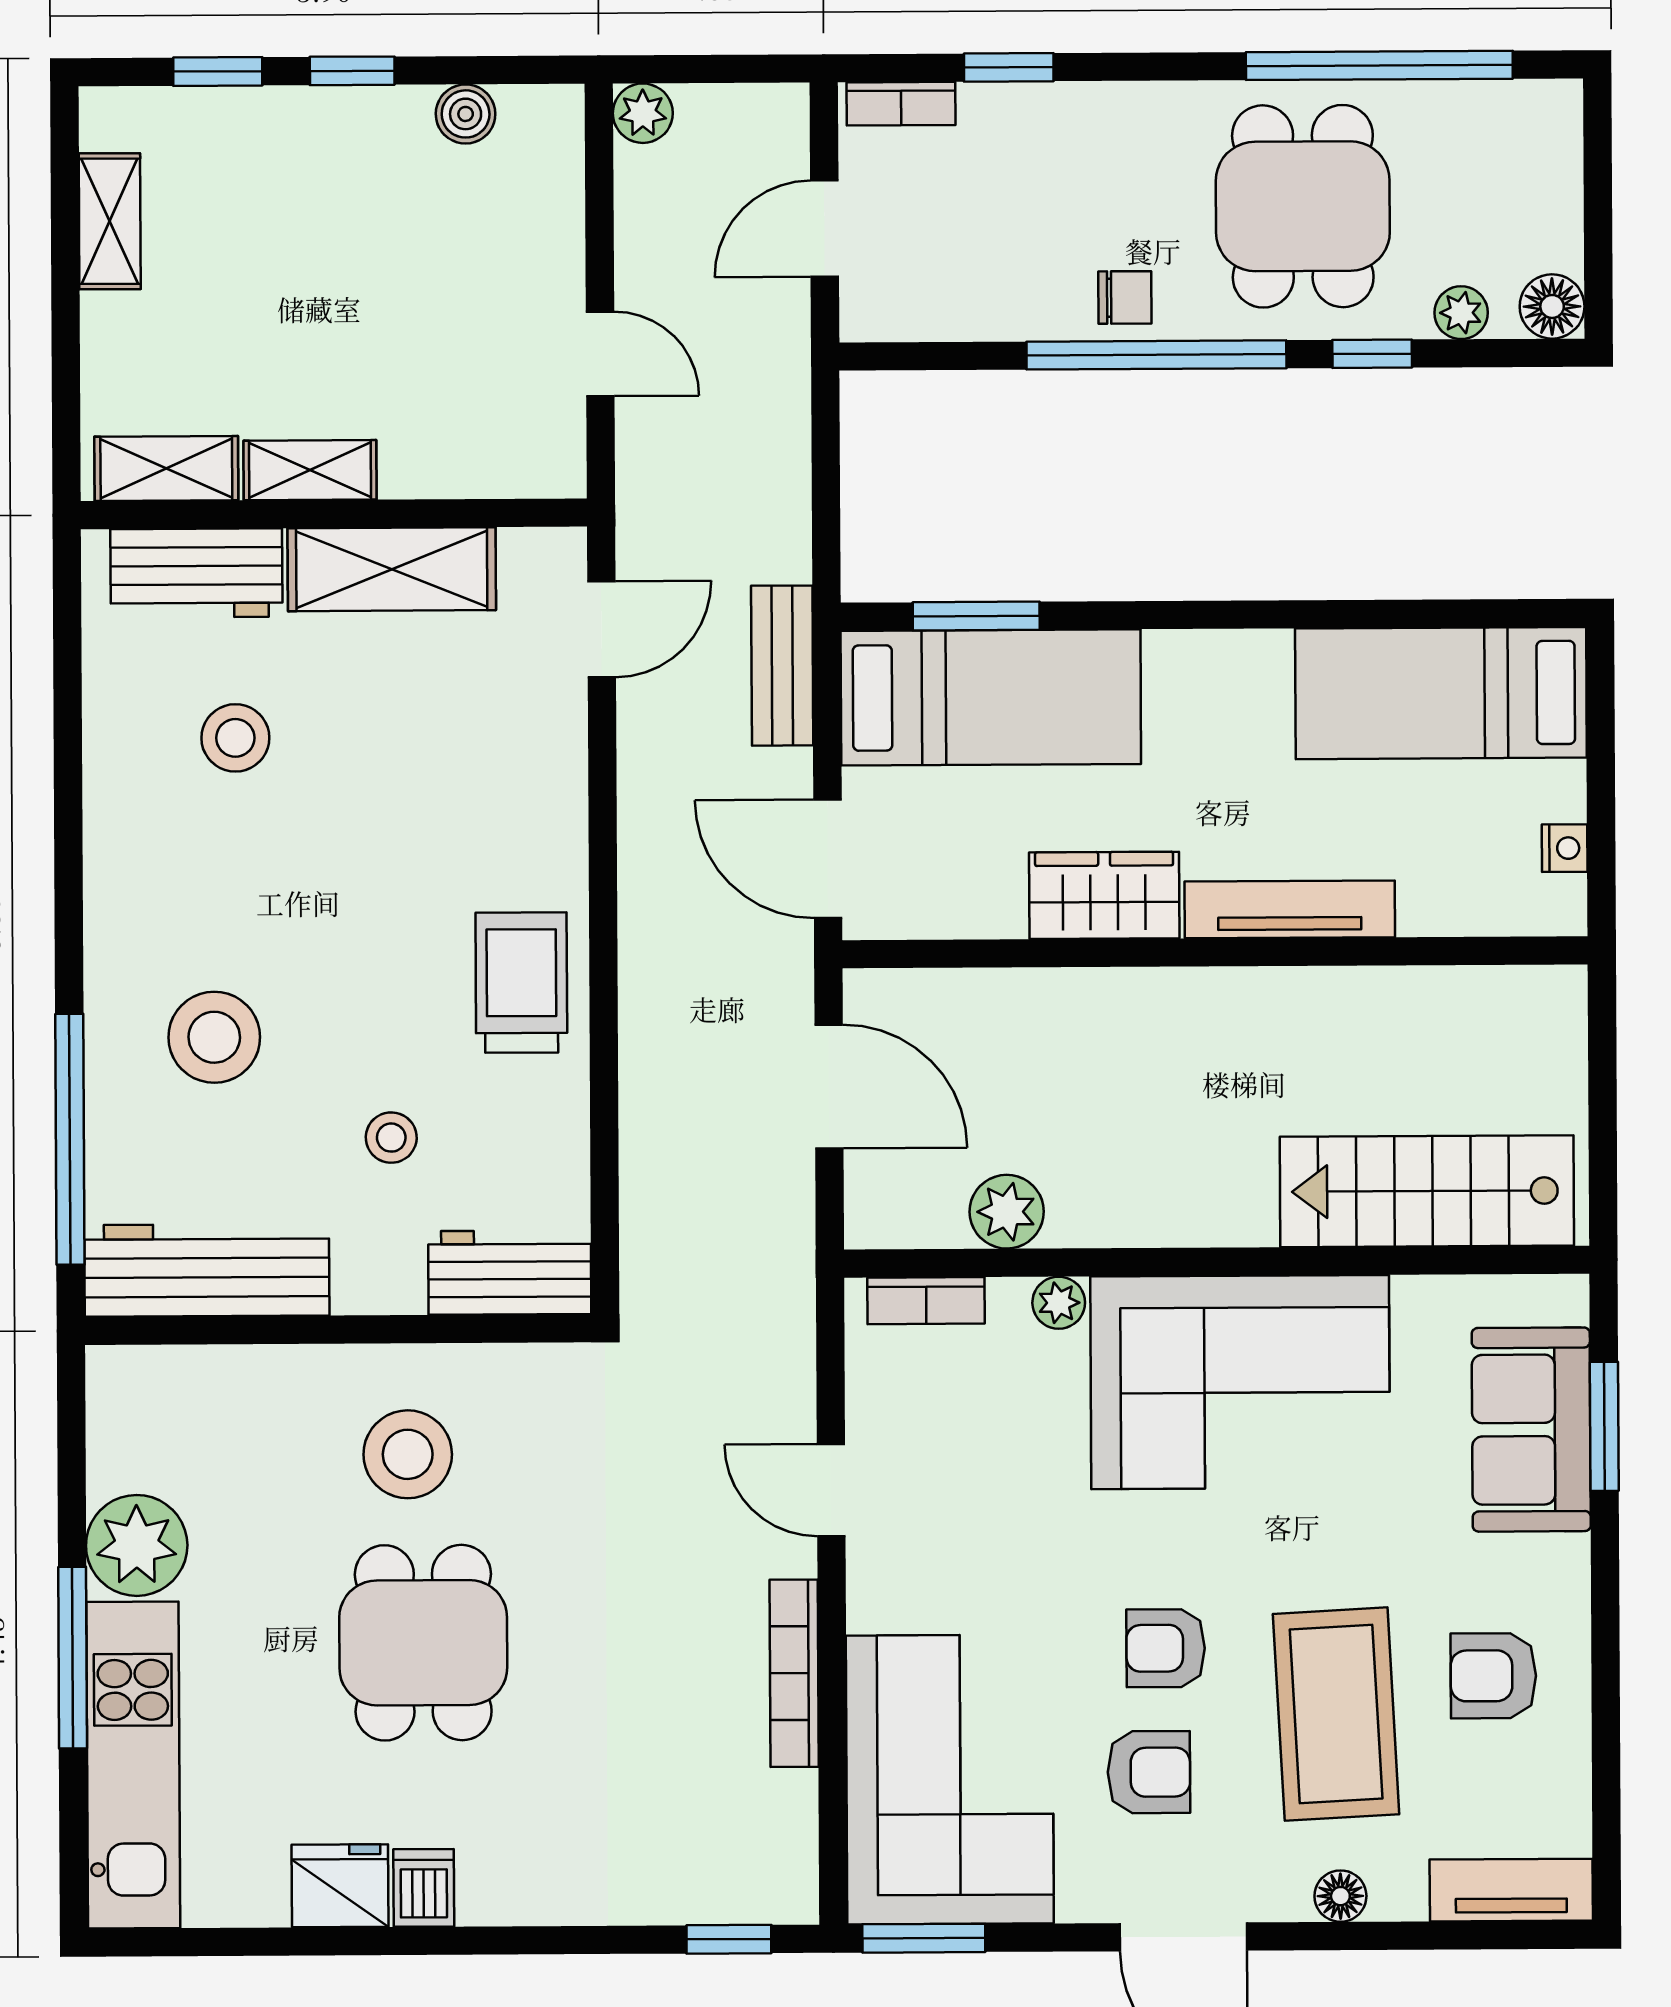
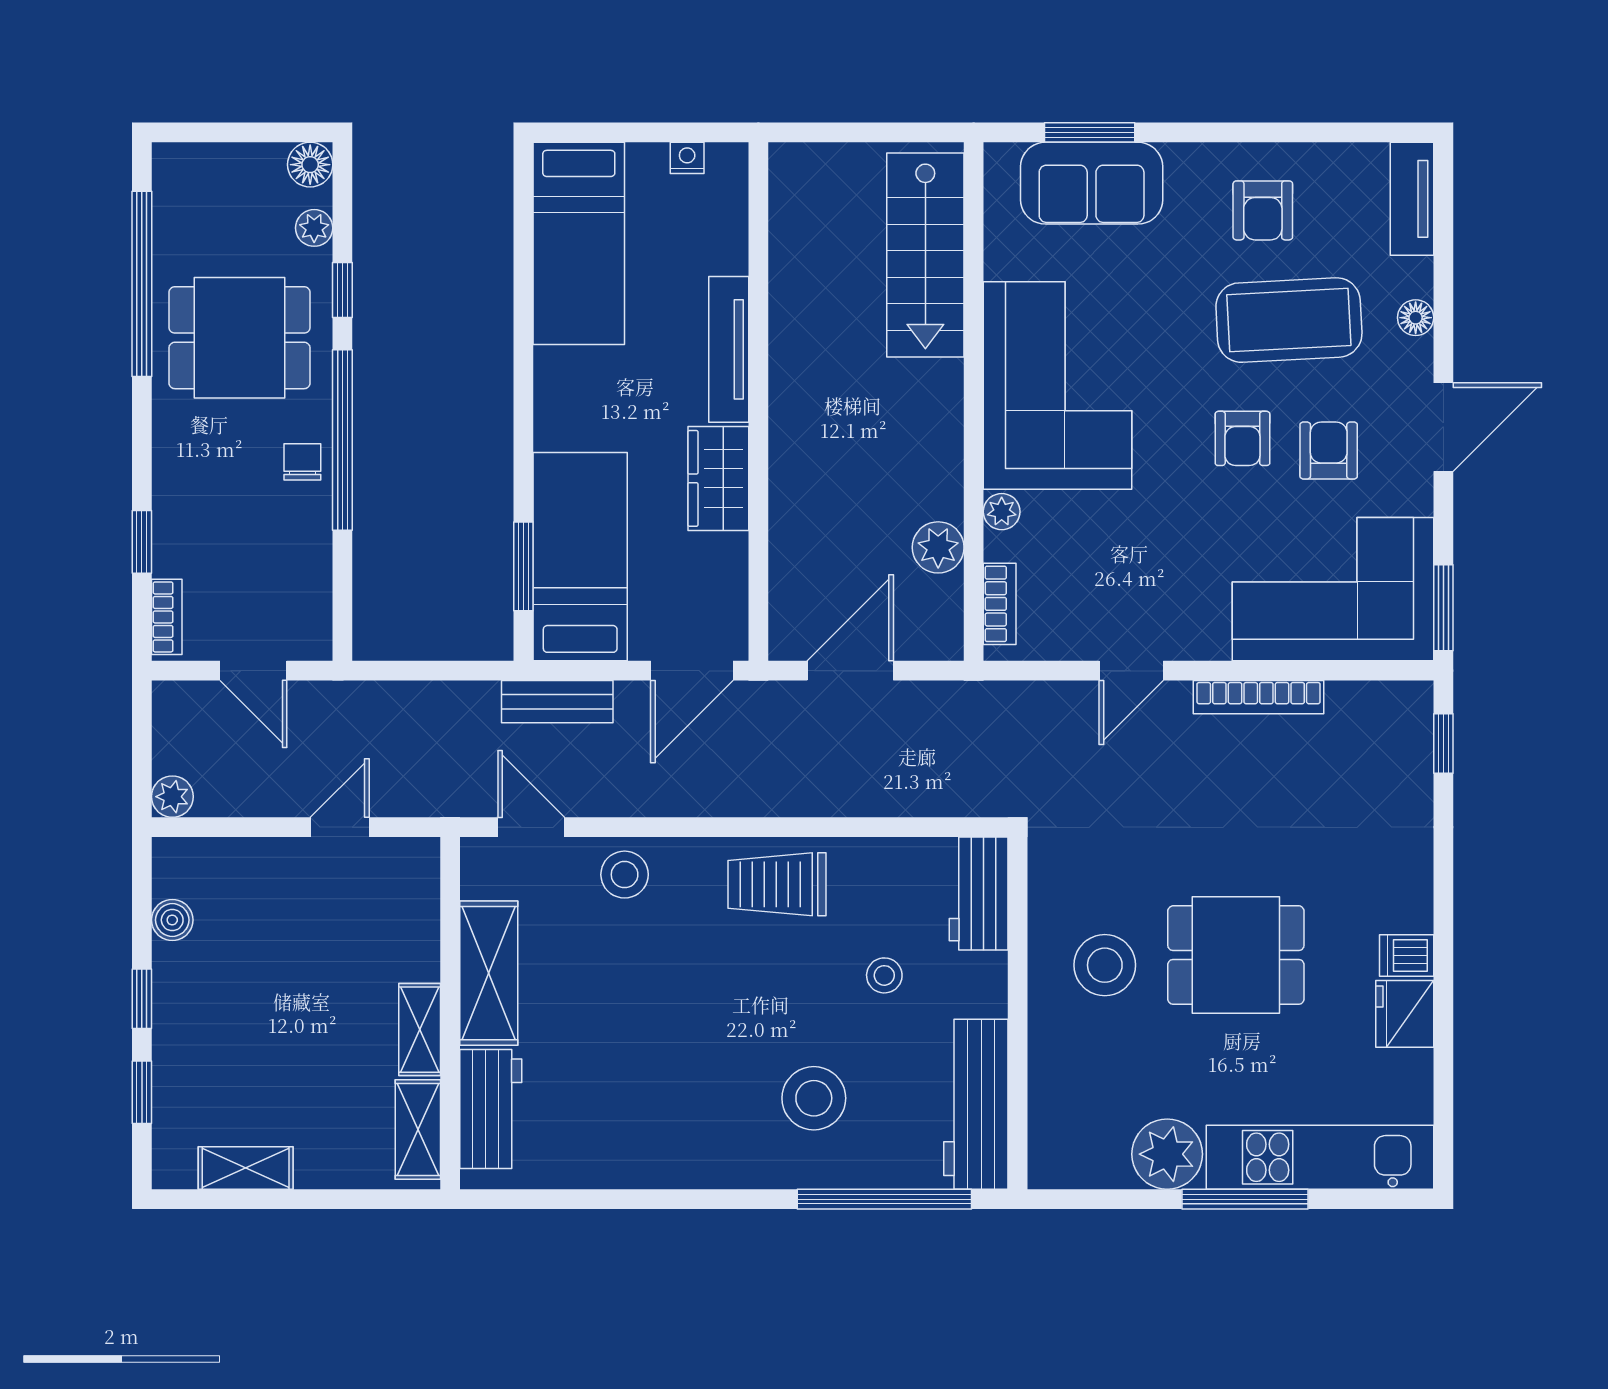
stool: (235, 738) -> (625, 875), moved

